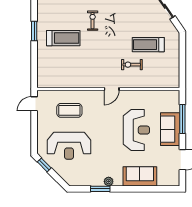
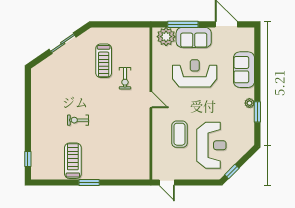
treadmill: (63, 38) -> (73, 161), moved
plant: (171, 103) -> (166, 37), added
coffee table: (69, 110) -> (179, 134), moved

